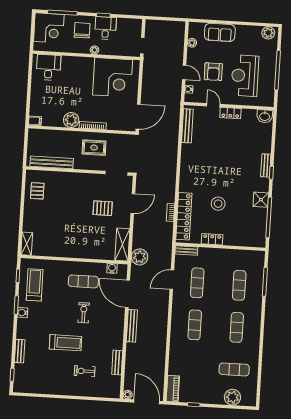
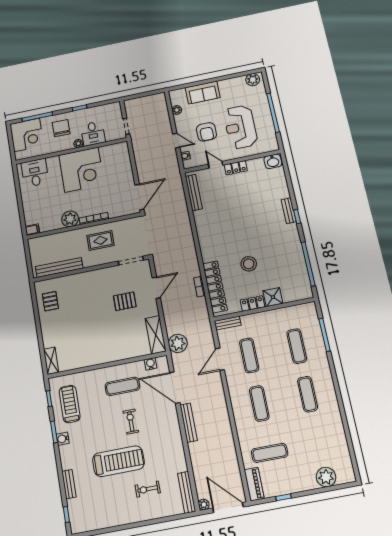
desk: (105, 28) -> (93, 133), moved, turned 180
corner desk: (113, 77) -> (82, 170), moved
shower: (261, 200) -> (273, 297), moved
treadmill: (65, 343) -> (118, 461), width x1.37, depth x1.38
bench: (117, 363) -> (187, 492), moved, width x1.36
exercise mat: (234, 369) -> (270, 453), moved

